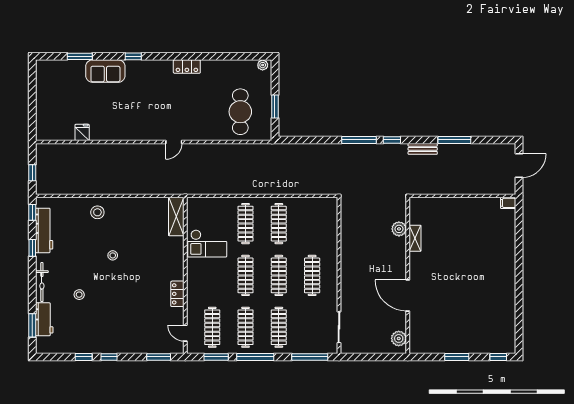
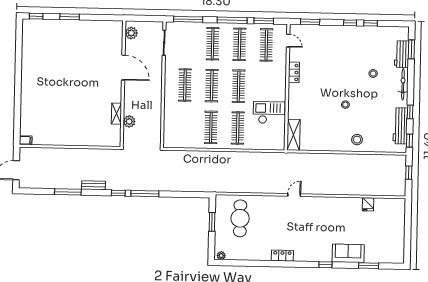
plant: (399, 229) -> (129, 121), moved
shelving: (415, 238) -> (116, 114), moved
wall: (408, 275) -> (123, 84), moved
door: (408, 296) -> (123, 68), moved
plant: (399, 338) -> (131, 33), moved

